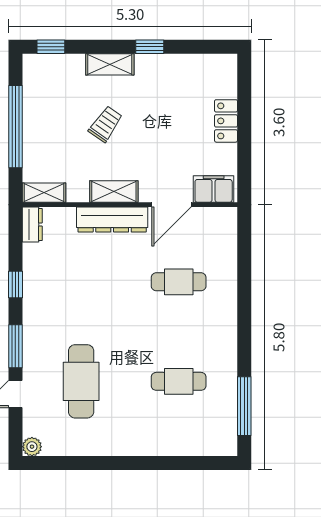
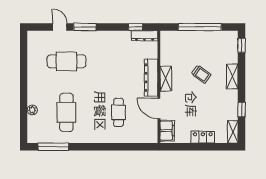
window: (150, 47) -> (242, 110), moved
shelving: (44, 193) -> (233, 132), moved
dresser: (32, 224) -> (145, 36), width x1.44
window: (15, 284) -> (135, 27), moved
cafe table: (179, 381) -> (66, 112), width x1.37, depth x1.35
plant: (32, 447) -> (32, 110), moved

